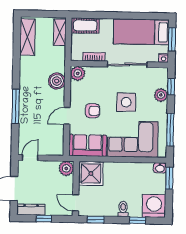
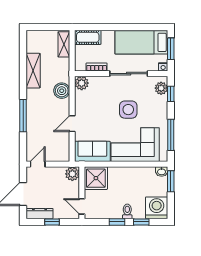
shelving: (28, 37) -> (33, 71), moved
plant: (161, 95) -> (161, 88), moved
armchair: (93, 111) -> (96, 118), removed
window: (96, 220) -> (117, 222), moved

